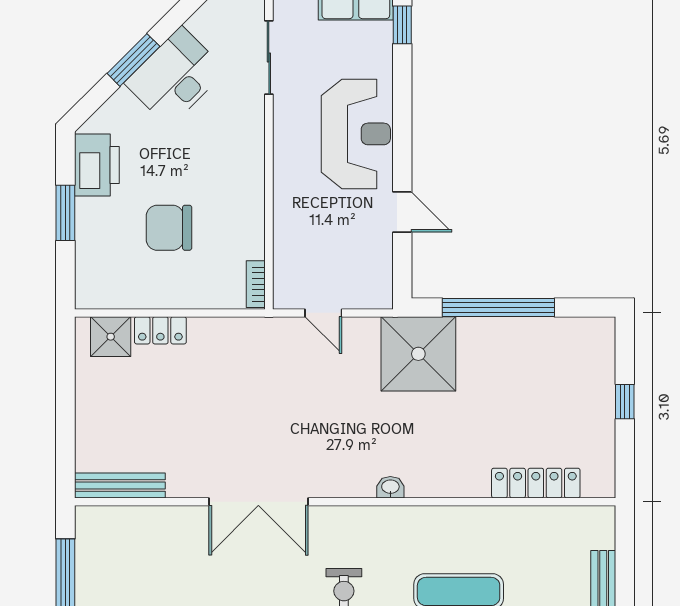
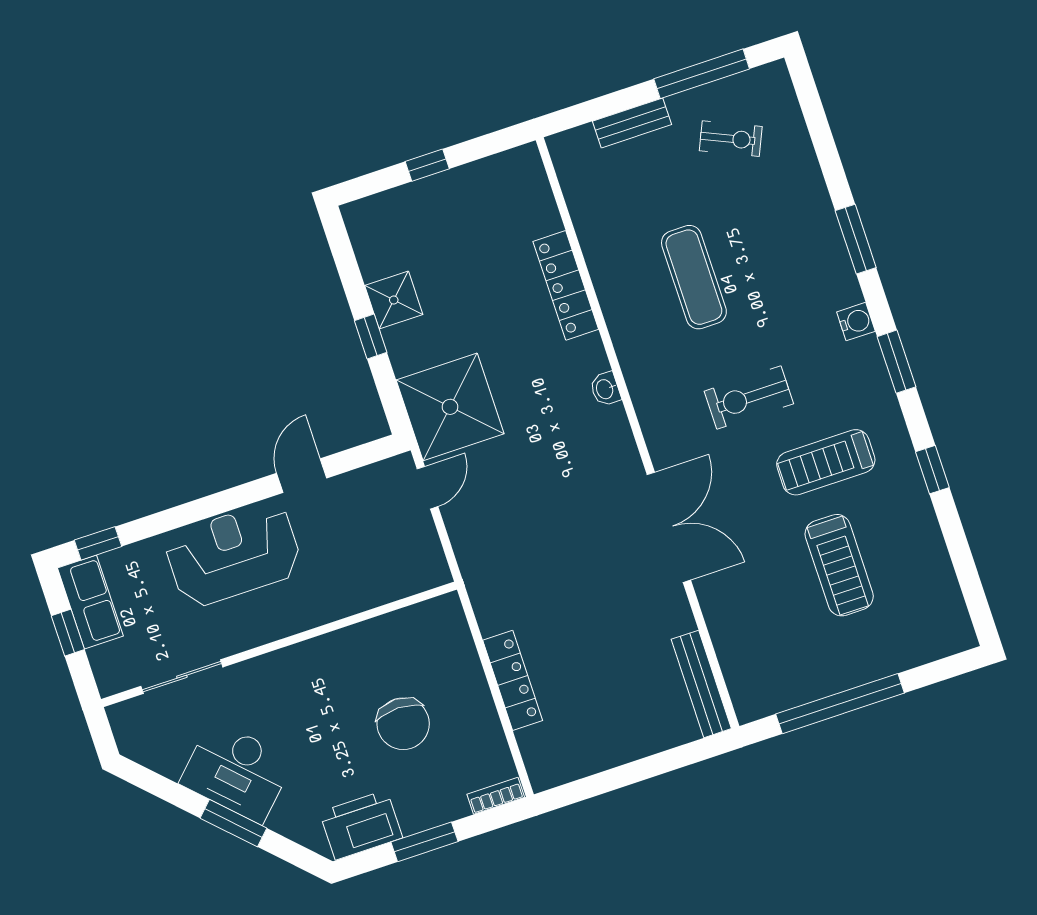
bookcase: (256, 284) -> (496, 796), moved, turned 180
window: (498, 307) -> (371, 337), width x0.32
door: (323, 313) -> (428, 488), moved
locker: (160, 330) -> (513, 680), width x1.53
shower: (111, 337) -> (394, 300), moved
locker: (536, 483) -> (566, 285), moved

